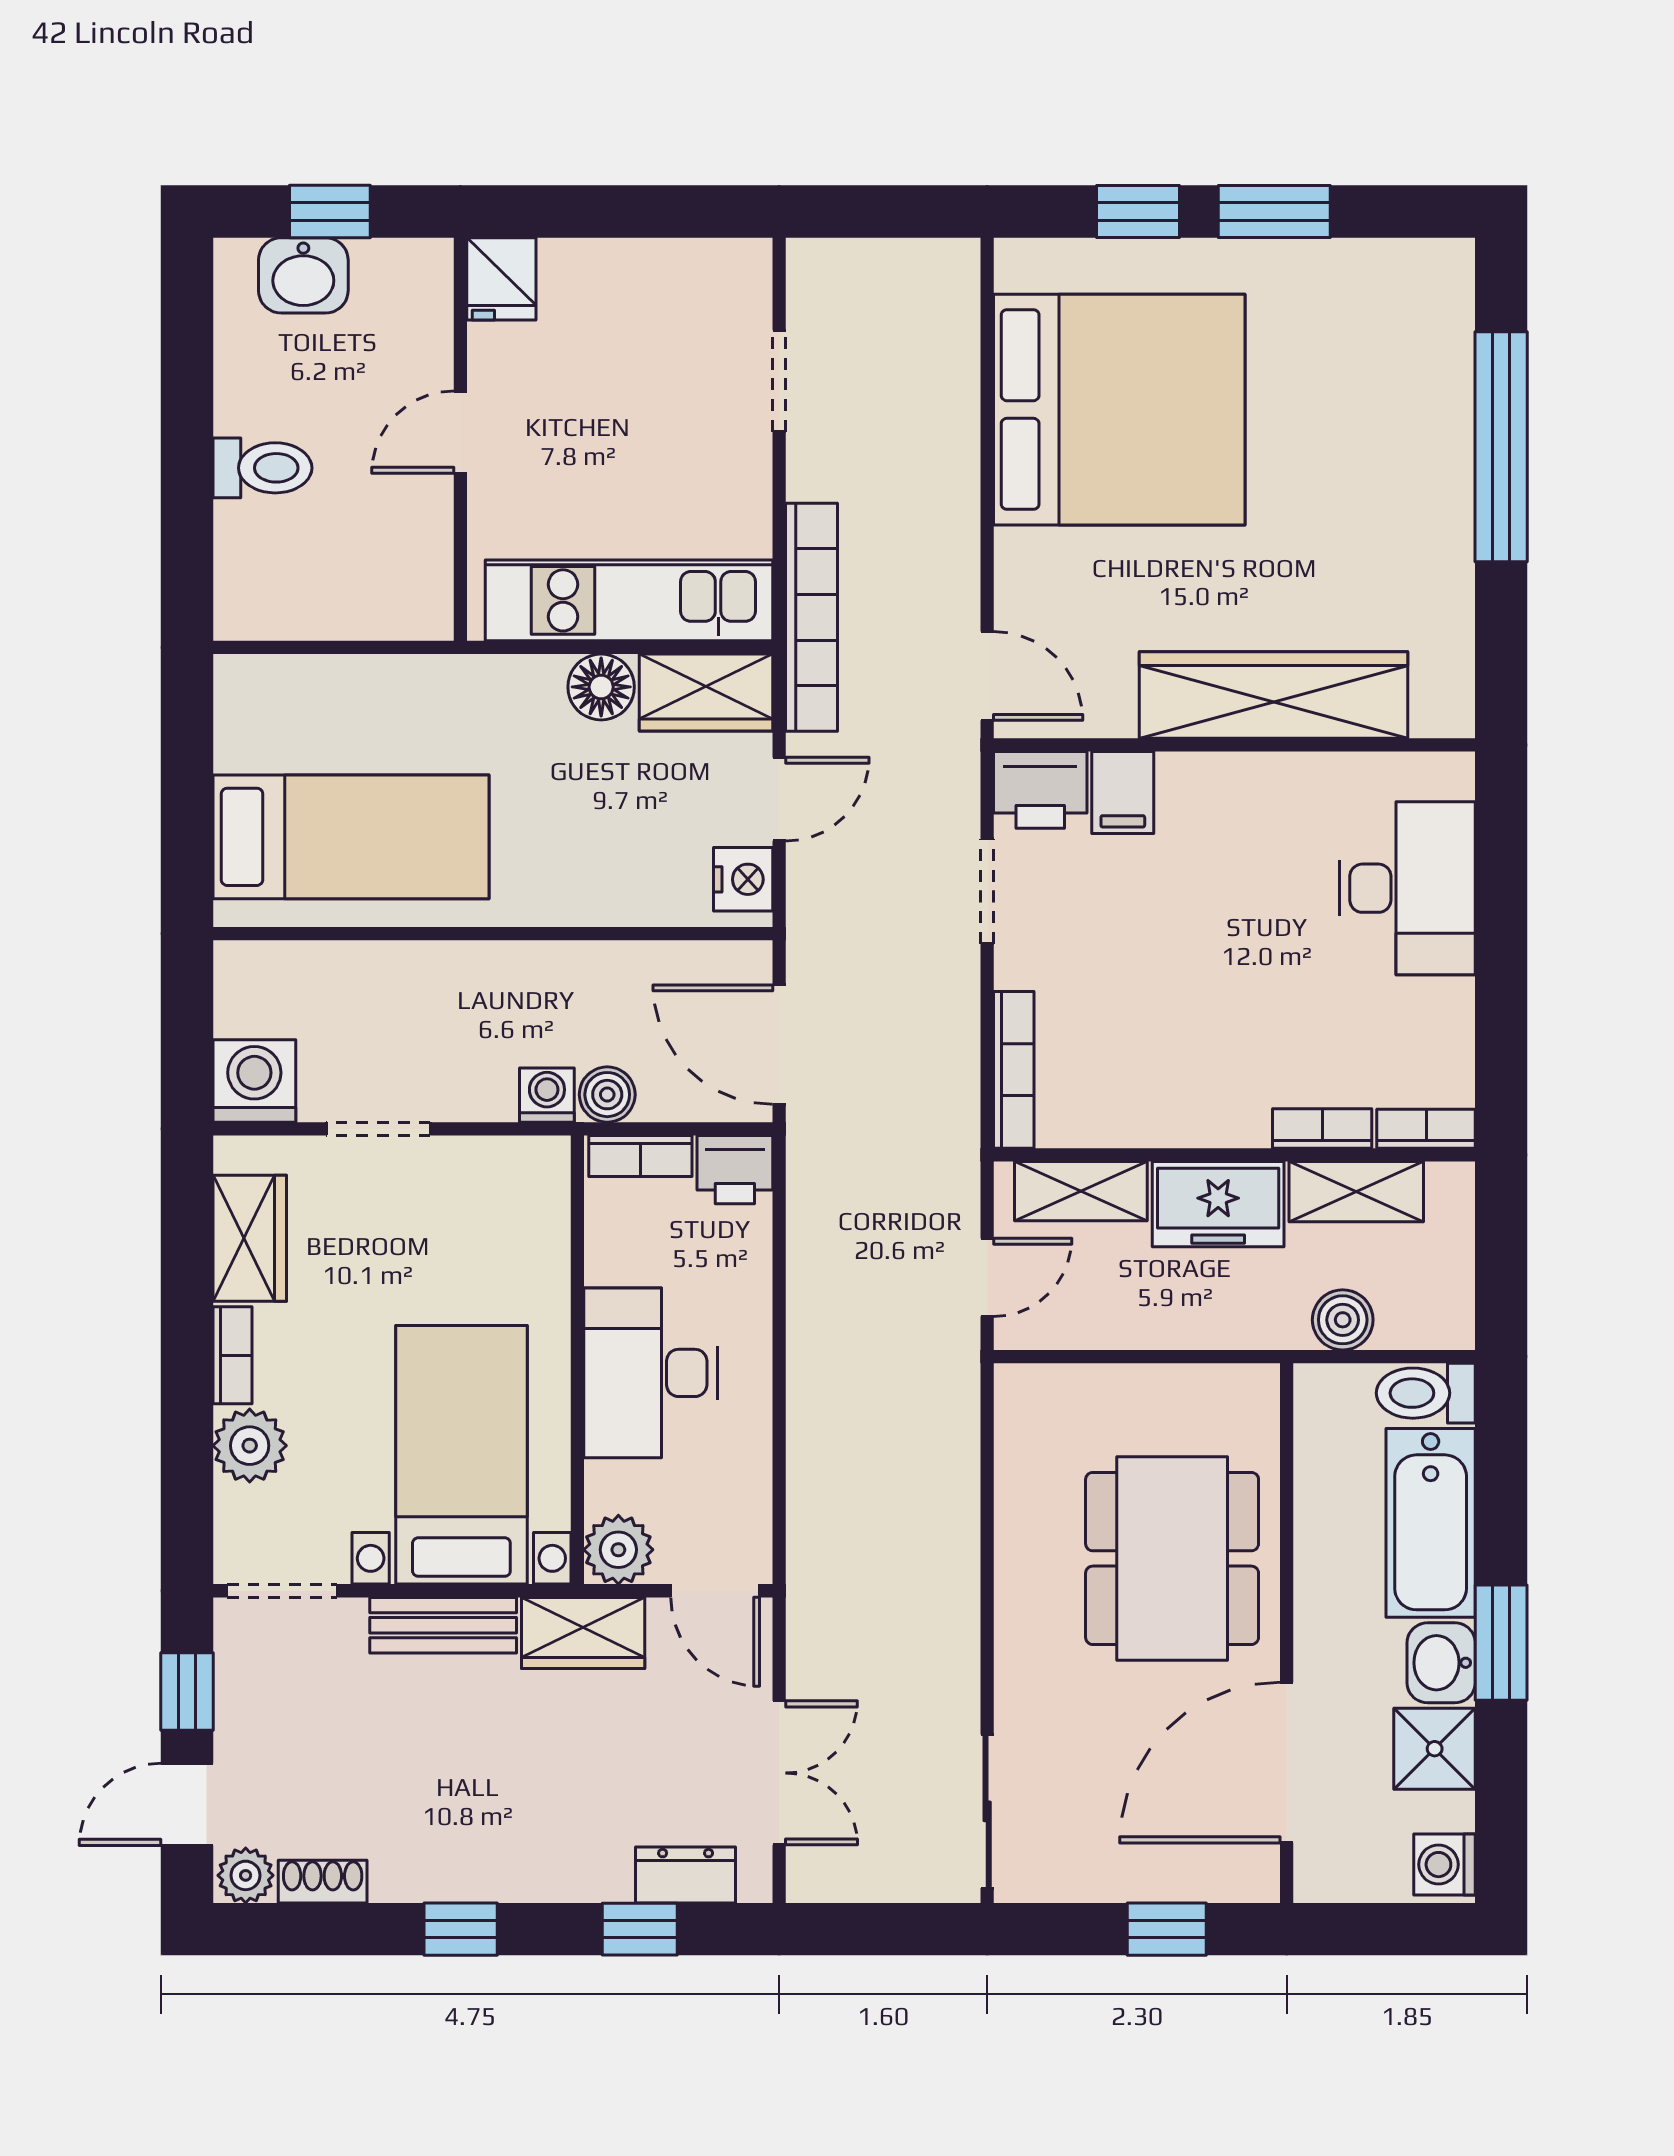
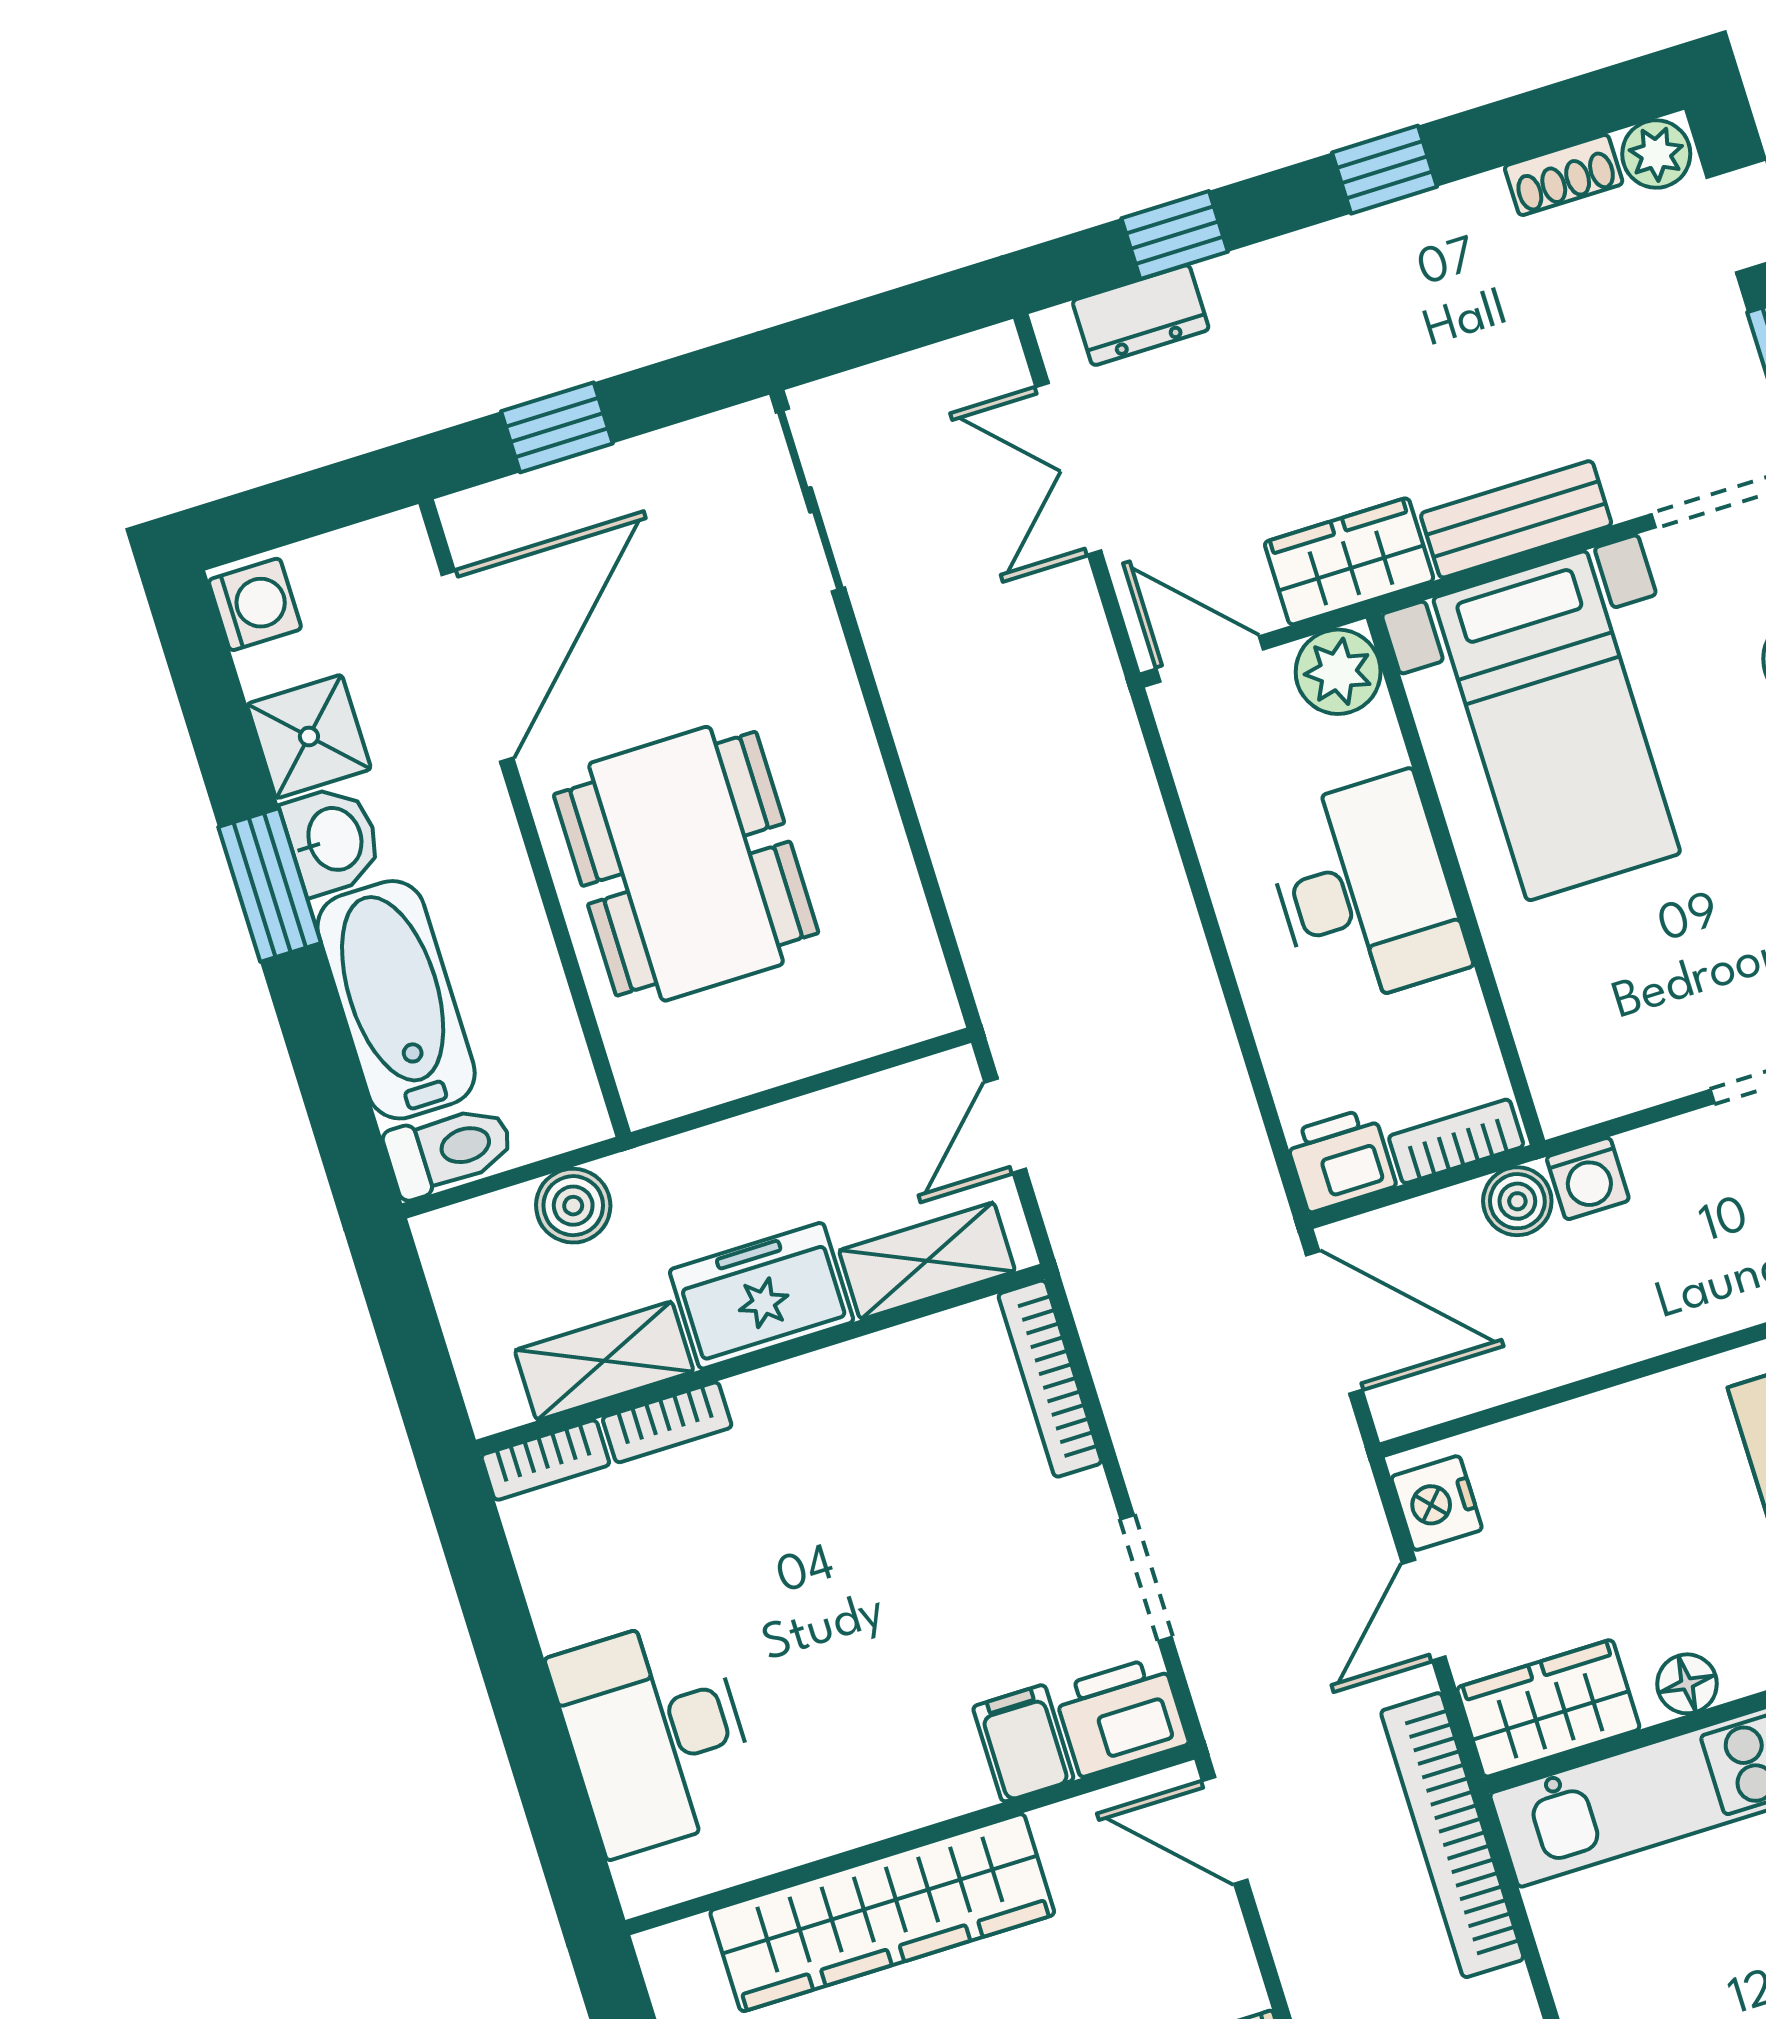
floor lamp: (601, 687) -> (1687, 1684), width x0.73, depth x0.73

